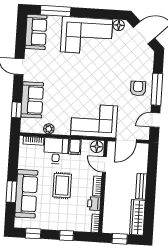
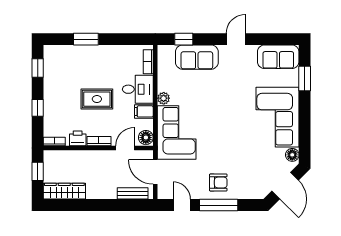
window: (56, 11) -> (305, 78), width x0.69
plant: (49, 129) -> (164, 98), moved
bench: (141, 186) -> (133, 193), moved
sofa: (26, 194) -> (84, 57), removed

